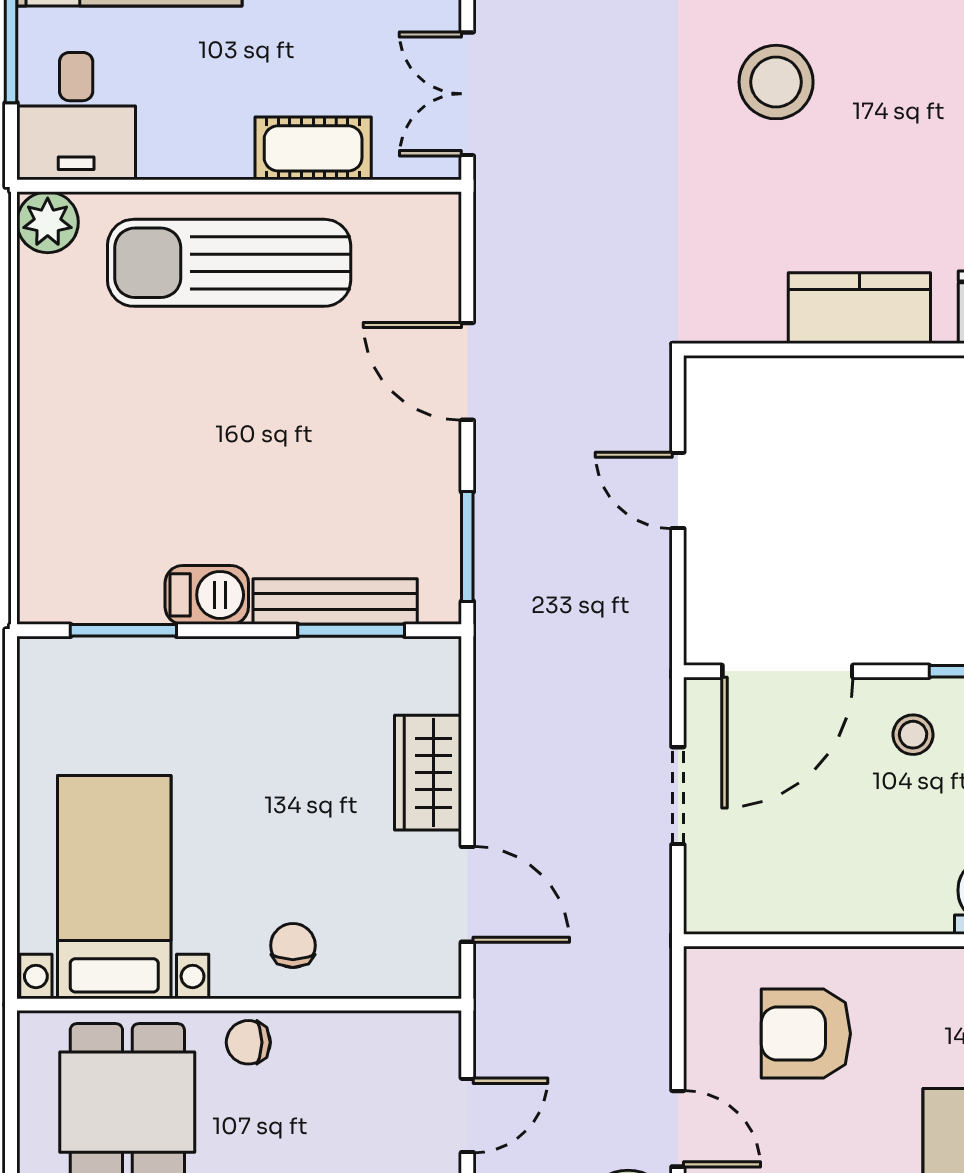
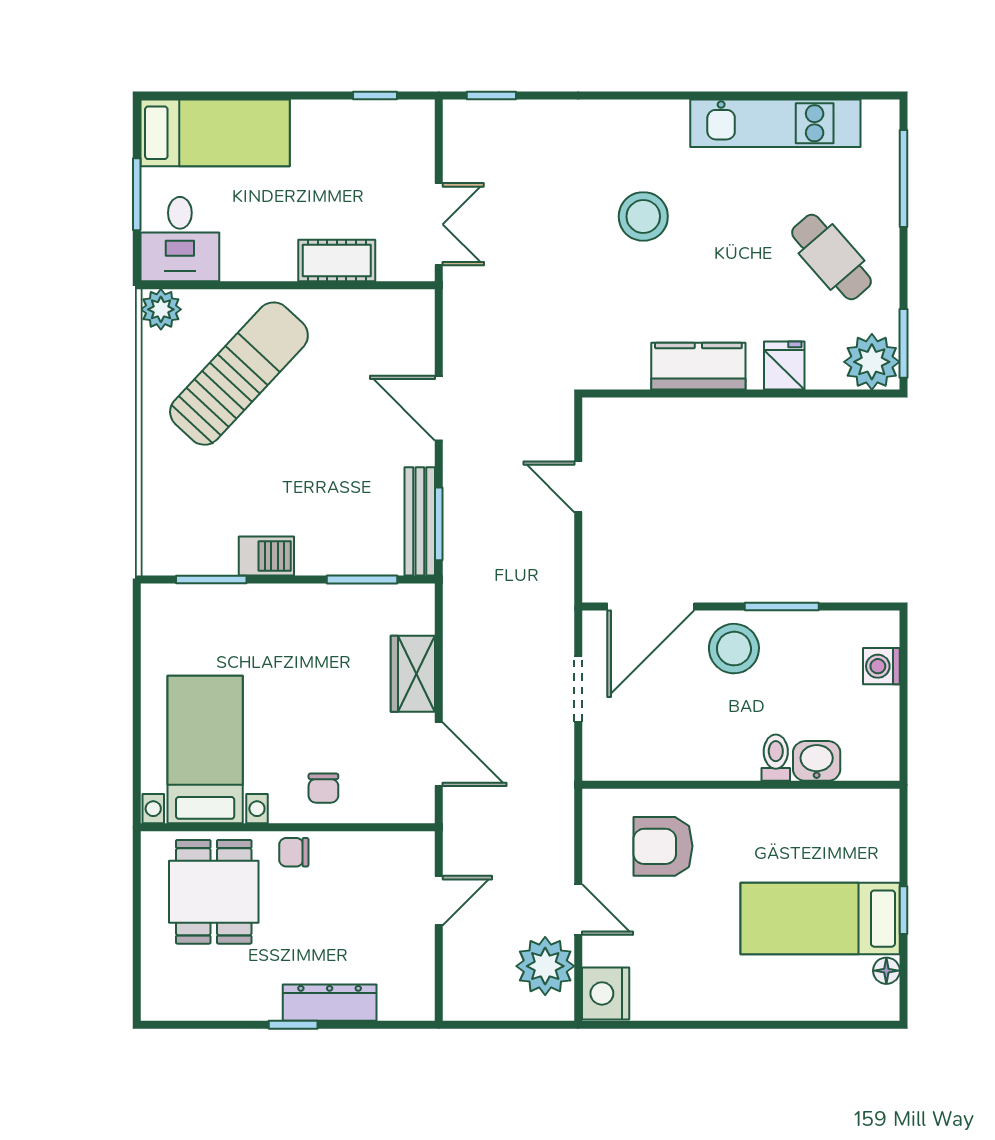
double door: (467, 94) -> (439, 224), swing flipped
sun lounger: (229, 263) -> (239, 374), moved, turned 133
bench: (335, 601) -> (420, 521), moved, turned 90
stool: (913, 735) -> (734, 649), width x1.89, depth x1.89
chair: (293, 945) -> (323, 788), turned 180

